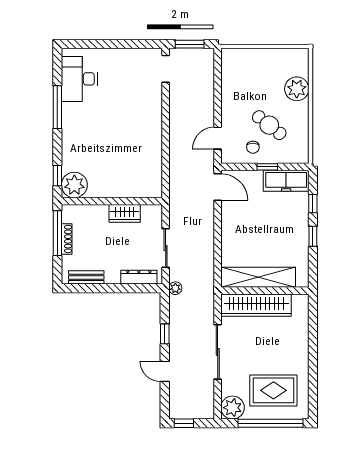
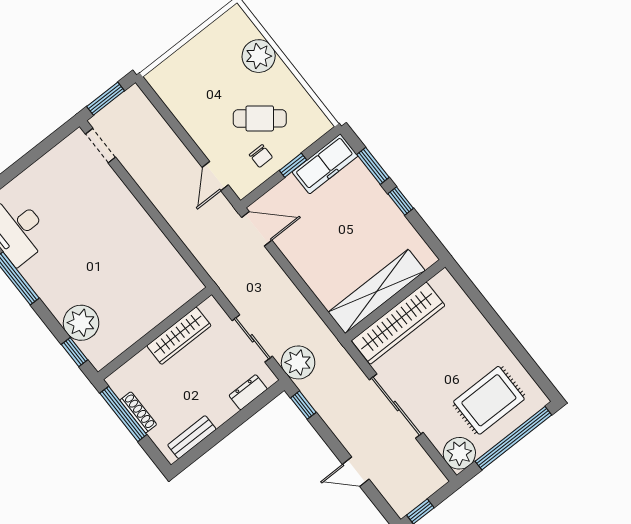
plant: (74, 185) -> (81, 323), moved
window: (313, 204) -> (373, 166), width x1.50
wardrobe: (125, 213) -> (179, 336), width x1.50
dresser: (139, 277) -> (248, 392), width x0.70
plant: (175, 288) -> (298, 362), width x1.88, depth x1.88
window: (165, 334) -> (303, 405), moved

